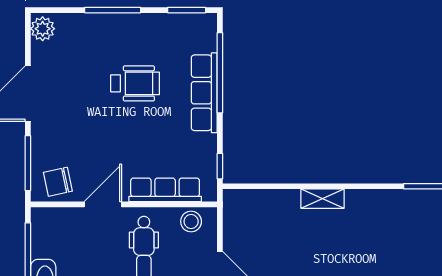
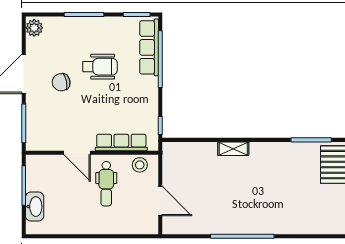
row of seats: (204, 93) -> (149, 47), moved
chair: (58, 182) -> (61, 82), moved
door: (103, 204) -> (77, 153), swing flipped

